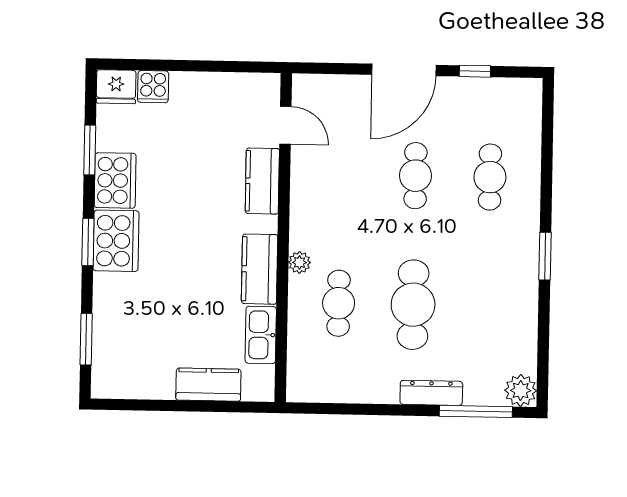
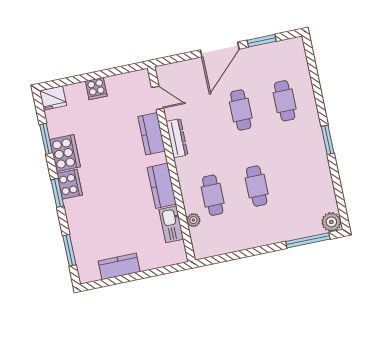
window: (475, 71) -> (262, 41), width x1.50
cooker: (153, 87) -> (96, 89), moved
cooker: (116, 241) -> (70, 184), width x0.73, depth x0.76
plant: (300, 262) -> (193, 220), moved
cafe table: (413, 305) -> (257, 186), width x0.73, depth x0.74
kitchen counter: (208, 385) -> (119, 266), moved
dresser: (431, 393) -> (177, 138), moved, turned 90

